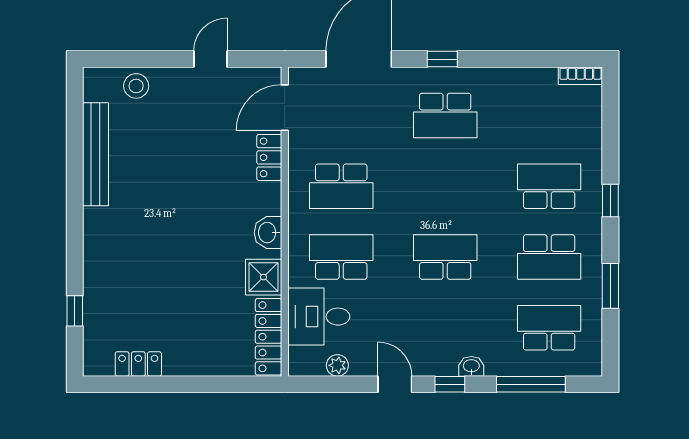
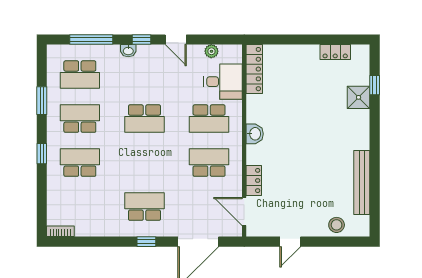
door: (285, 108) -> (244, 211), swing flipped
school desk: (549, 186) -> (80, 163), turned 180
shower: (264, 277) -> (359, 97), moved

